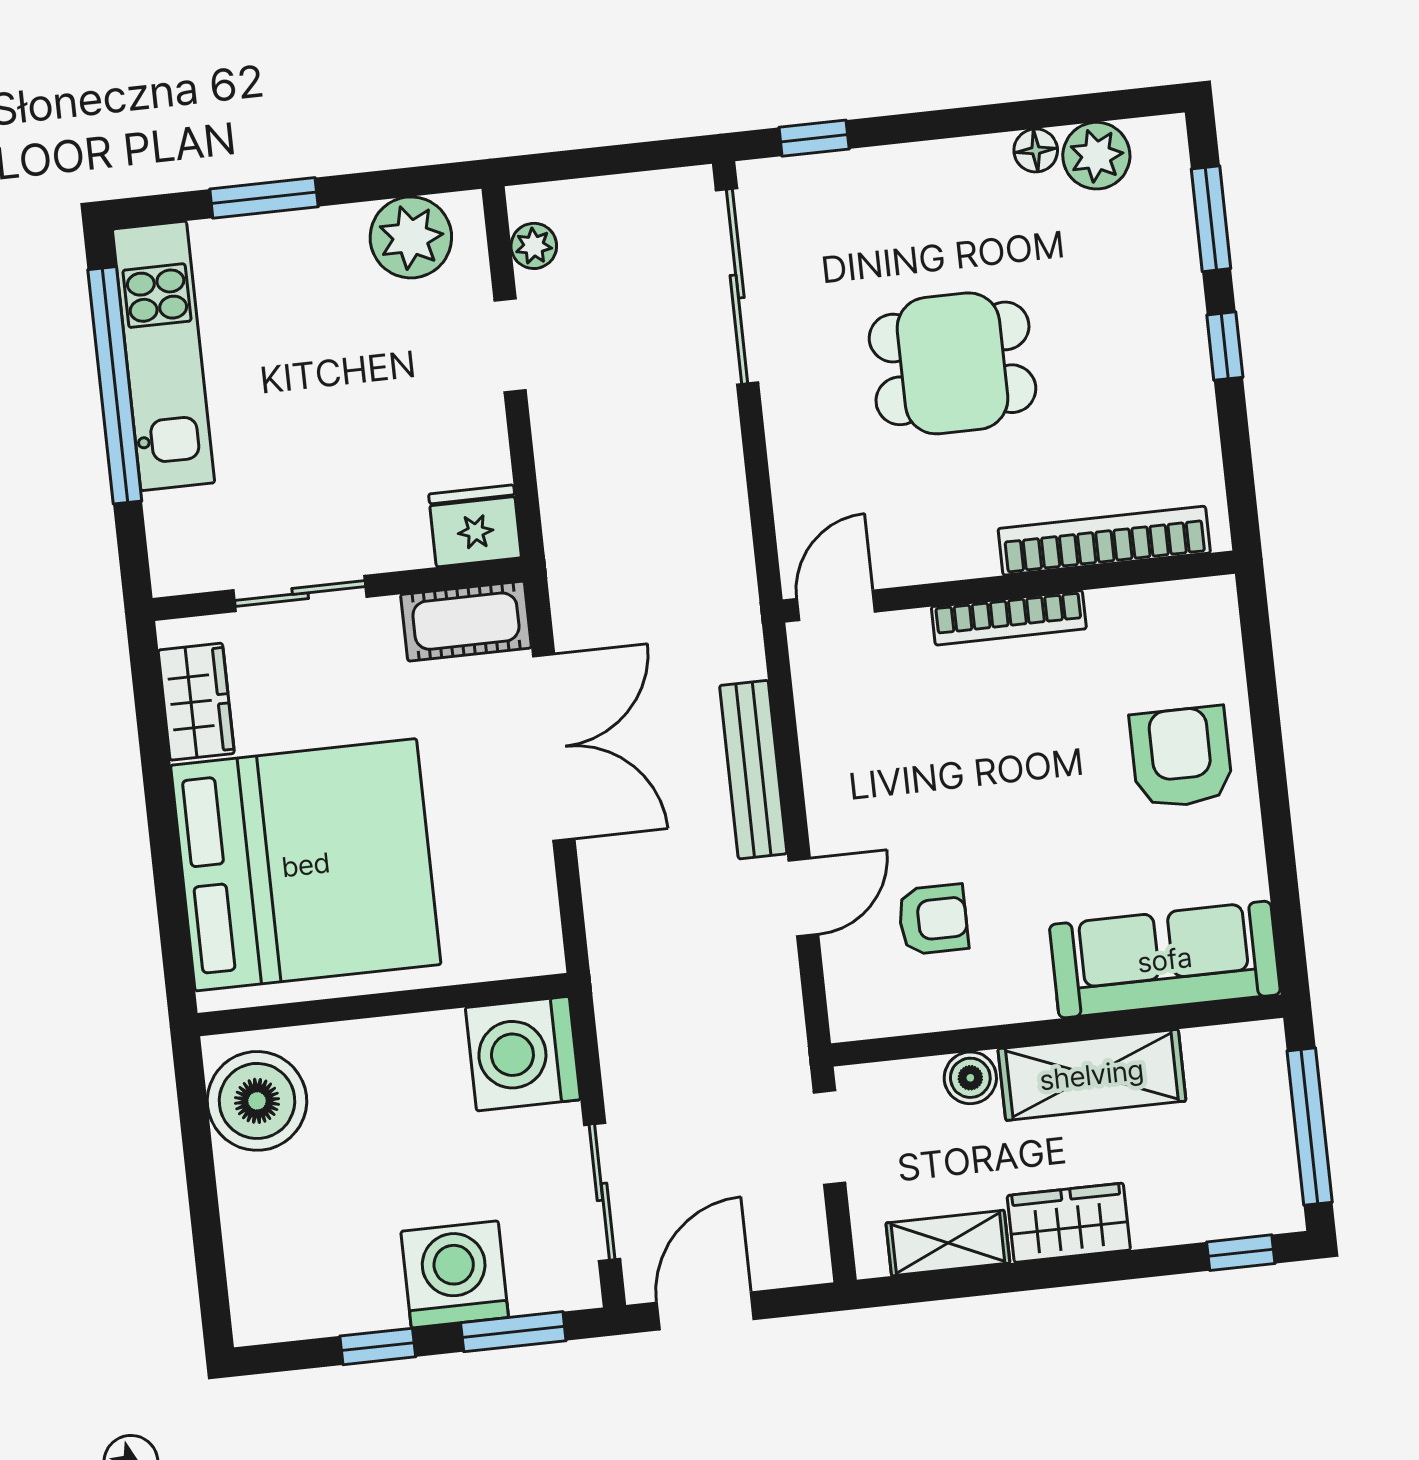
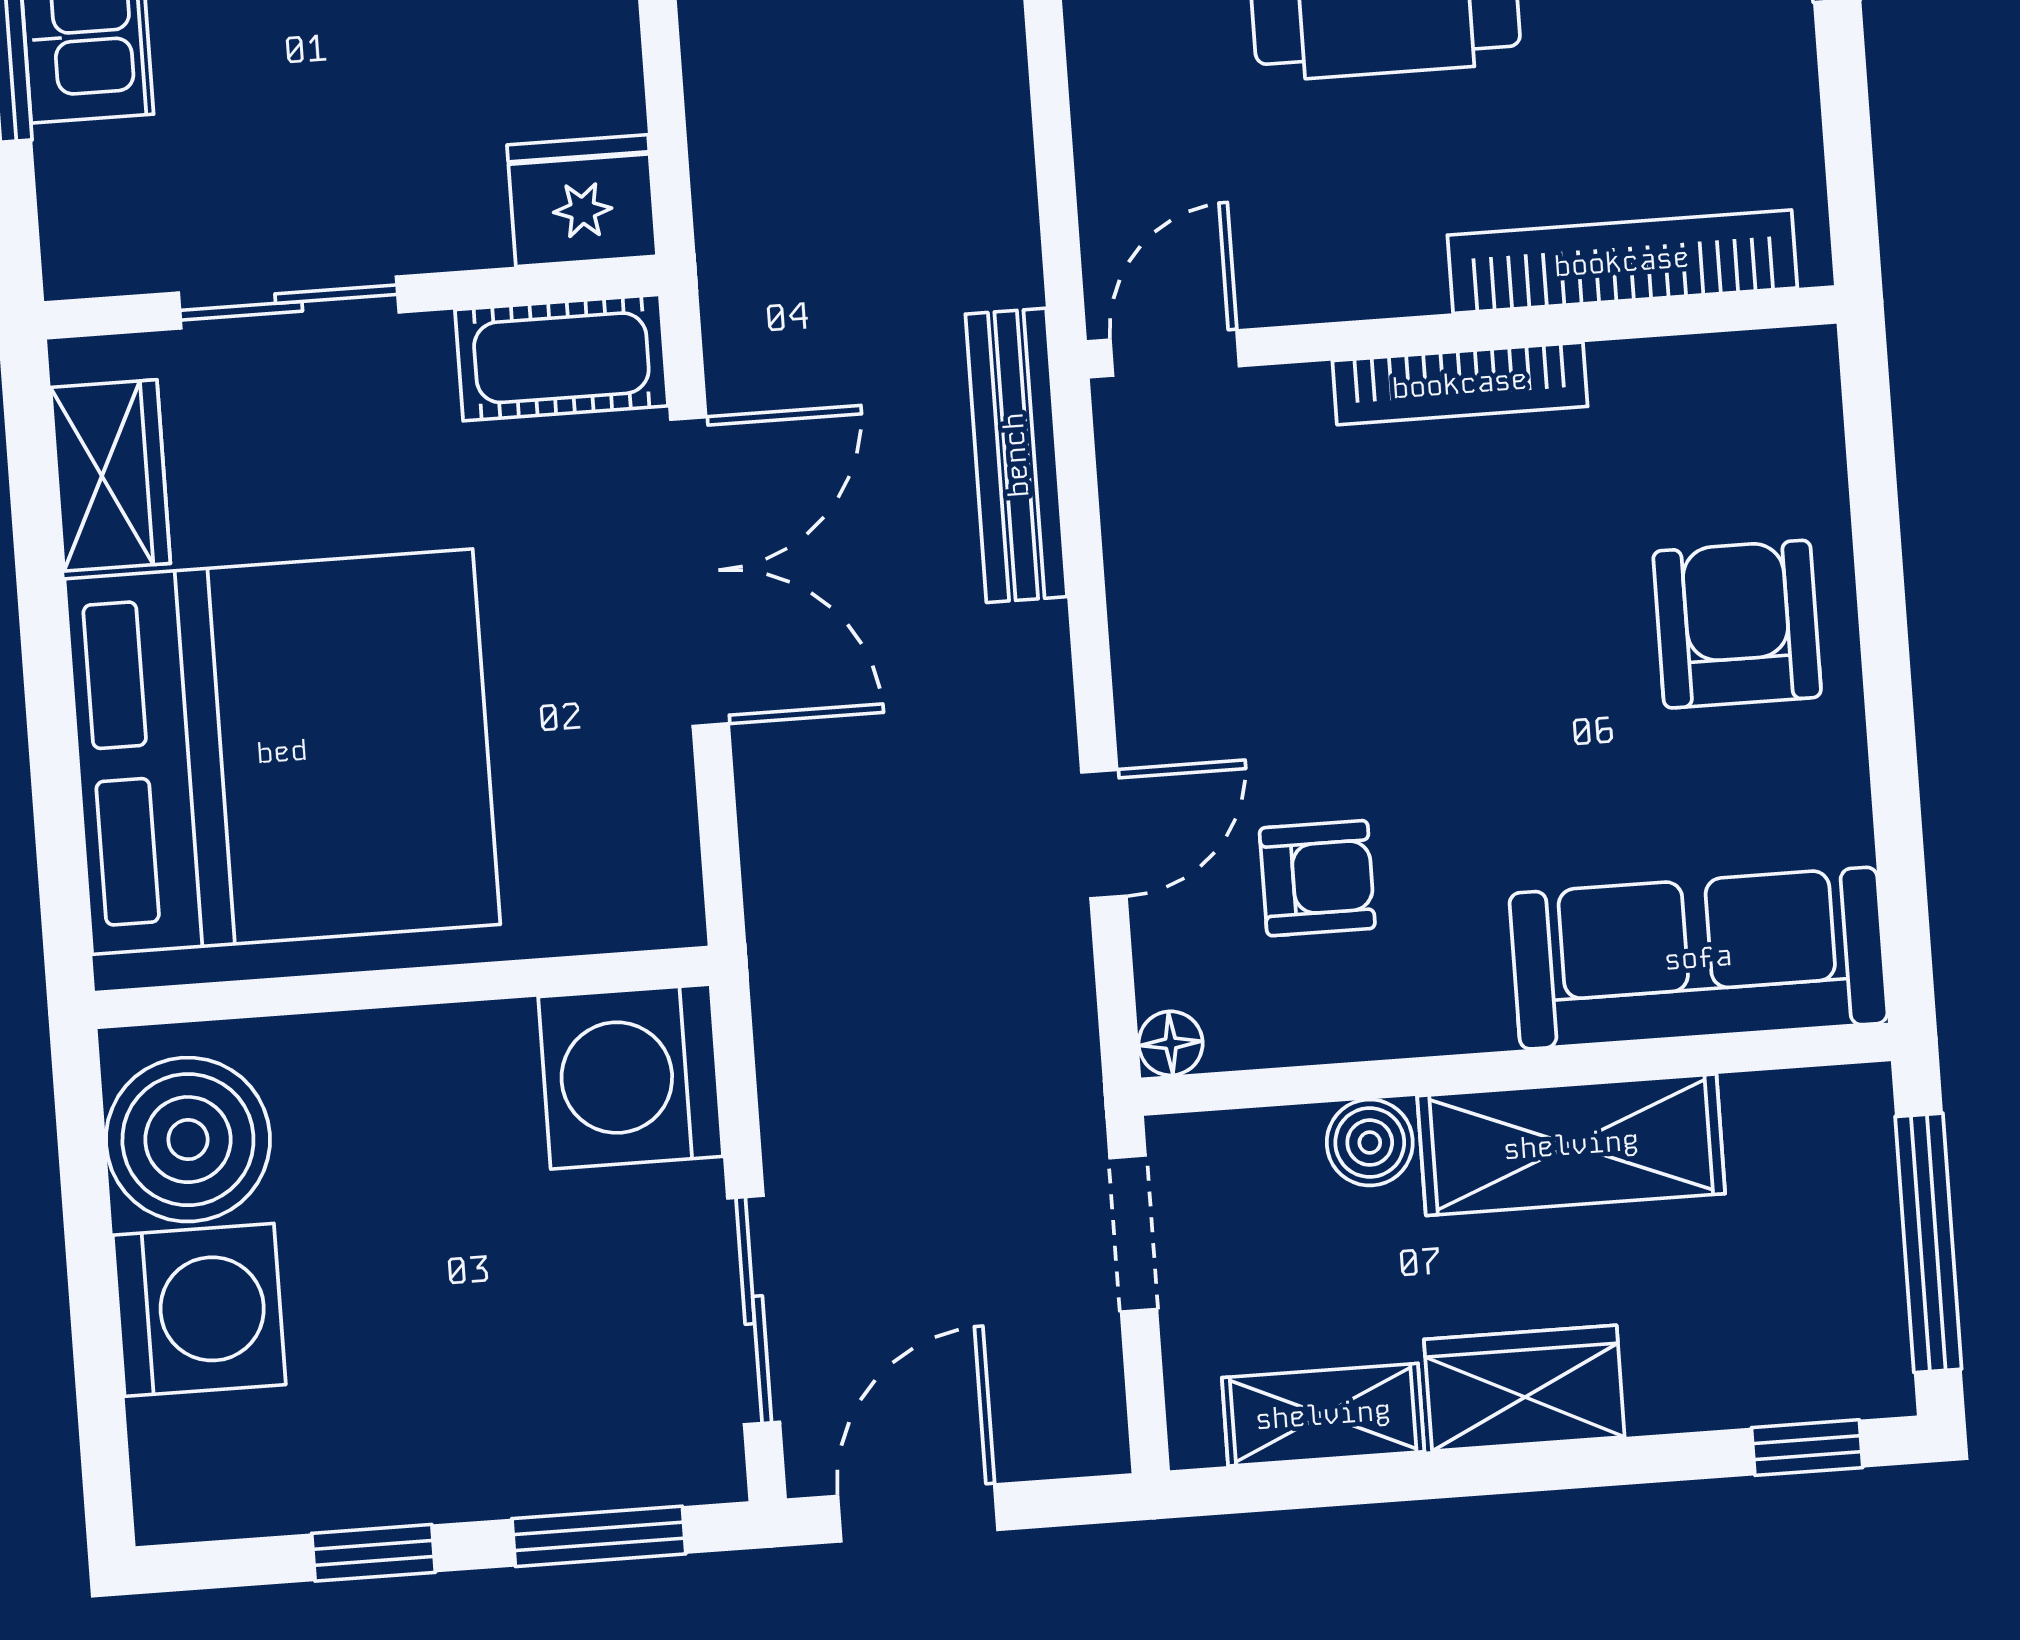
bench: (753, 770) -> (1016, 455), moved
floor lamp: (848, 1022) -> (1171, 1043), added
washing machine: (455, 1274) -> (199, 1310), moved, turned 90

